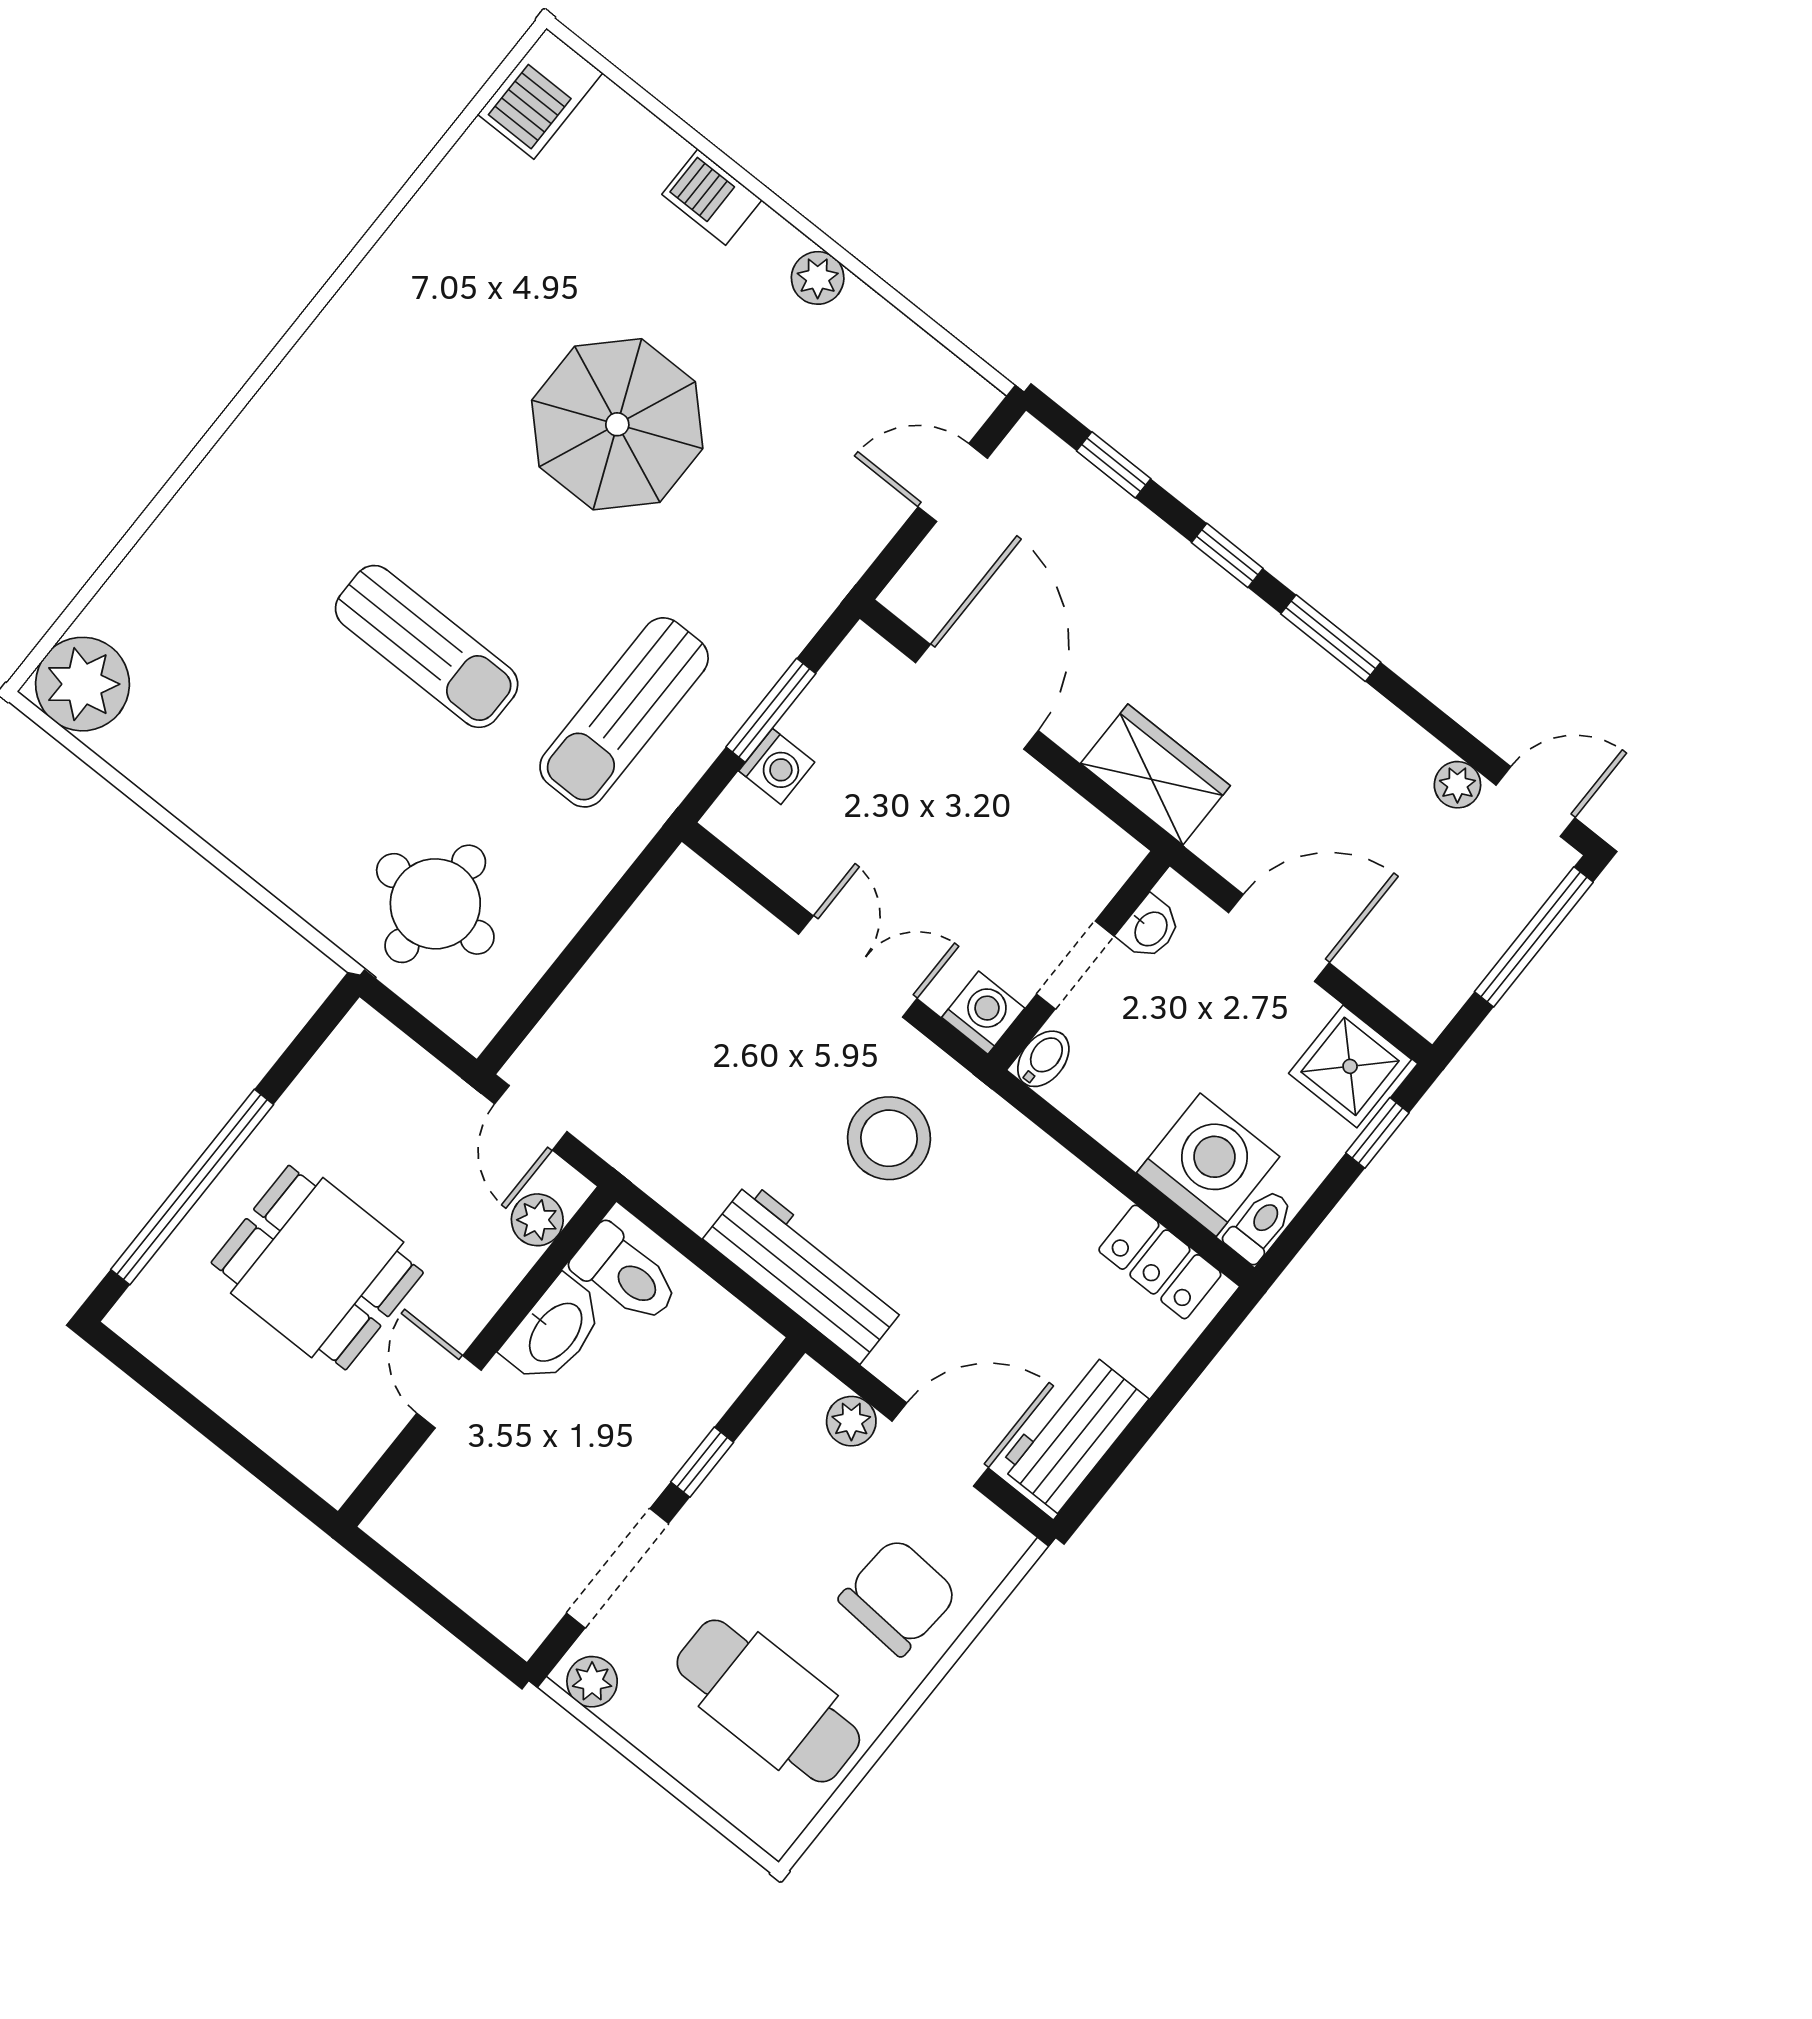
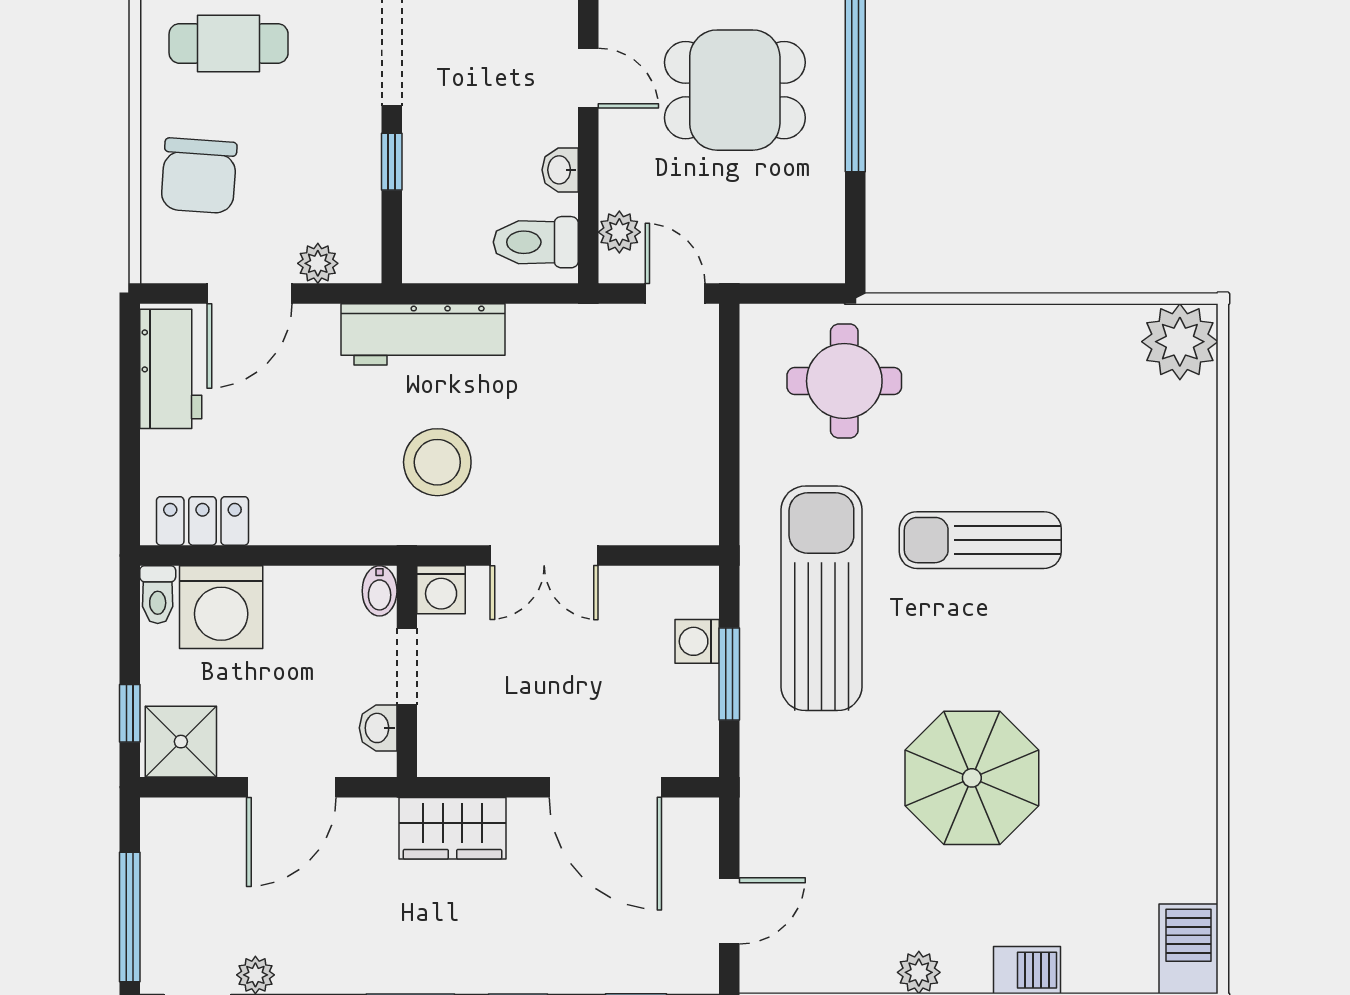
sun lounger: (624, 712) -> (821, 598), width x1.36, depth x1.34
washbasin: (554, 1331) -> (560, 170), width x0.52, depth x0.69
cafe table: (768, 1701) -> (229, 43), width x0.73, depth x0.74

